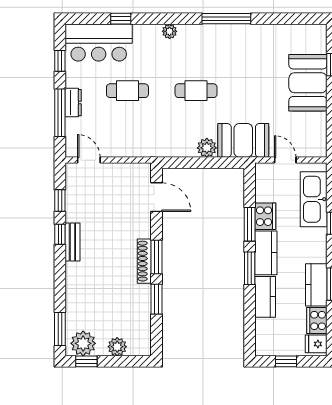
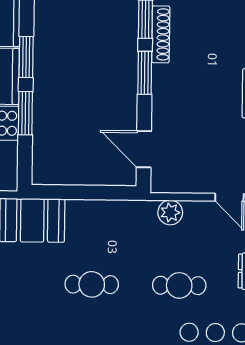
plant: (207, 148) -> (170, 212), moved
shoe rack: (144, 261) -> (161, 34), moved

